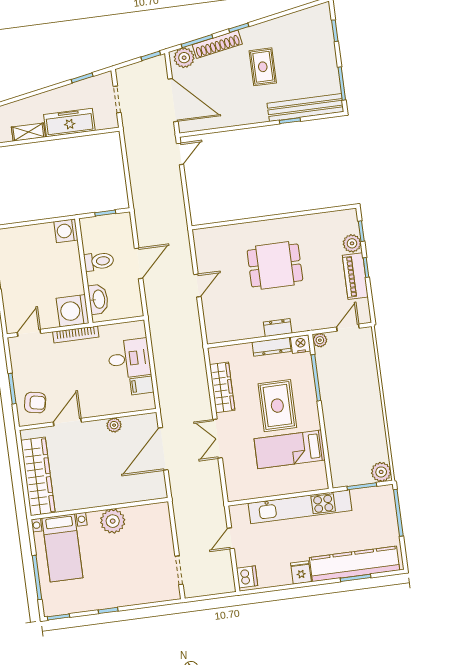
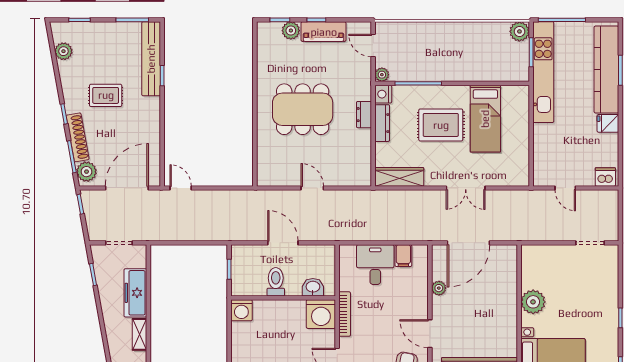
plant: (301, 19) -> (63, 51), added
dining table: (275, 265) -> (303, 109), width x1.38
washbasin: (98, 299) -> (313, 287), width x0.72
wardrobe: (222, 387) -> (399, 177), moved
door: (163, 449) -> (468, 243), hinge flipped
kitchen unit: (300, 507) -> (543, 72), moved

